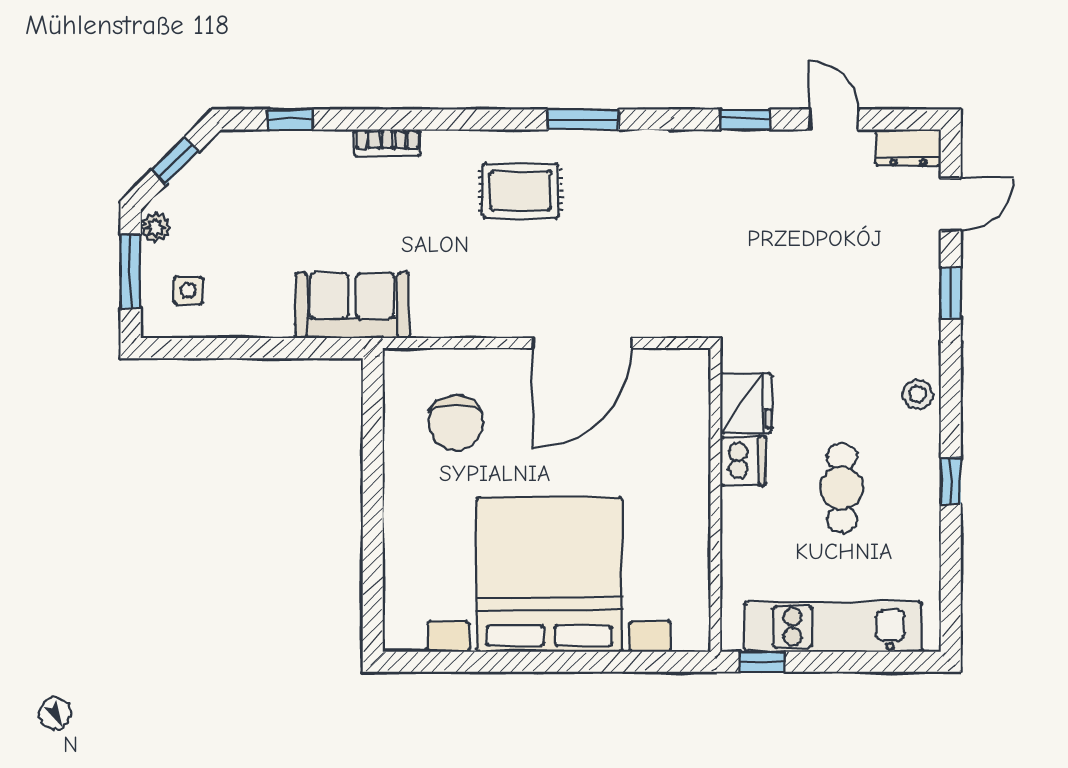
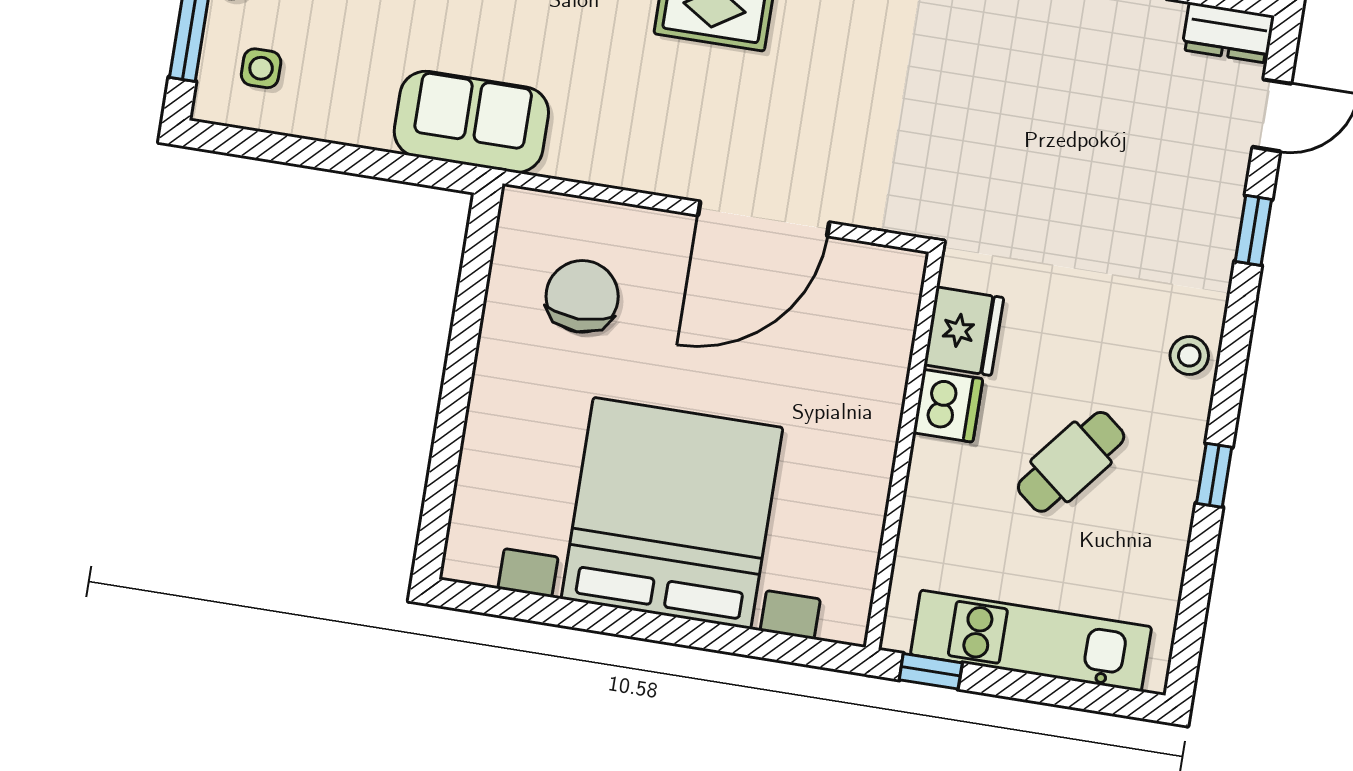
chair: (456, 423) -> (582, 296), turned 180
cafe table: (842, 488) -> (1071, 462), turned 39

